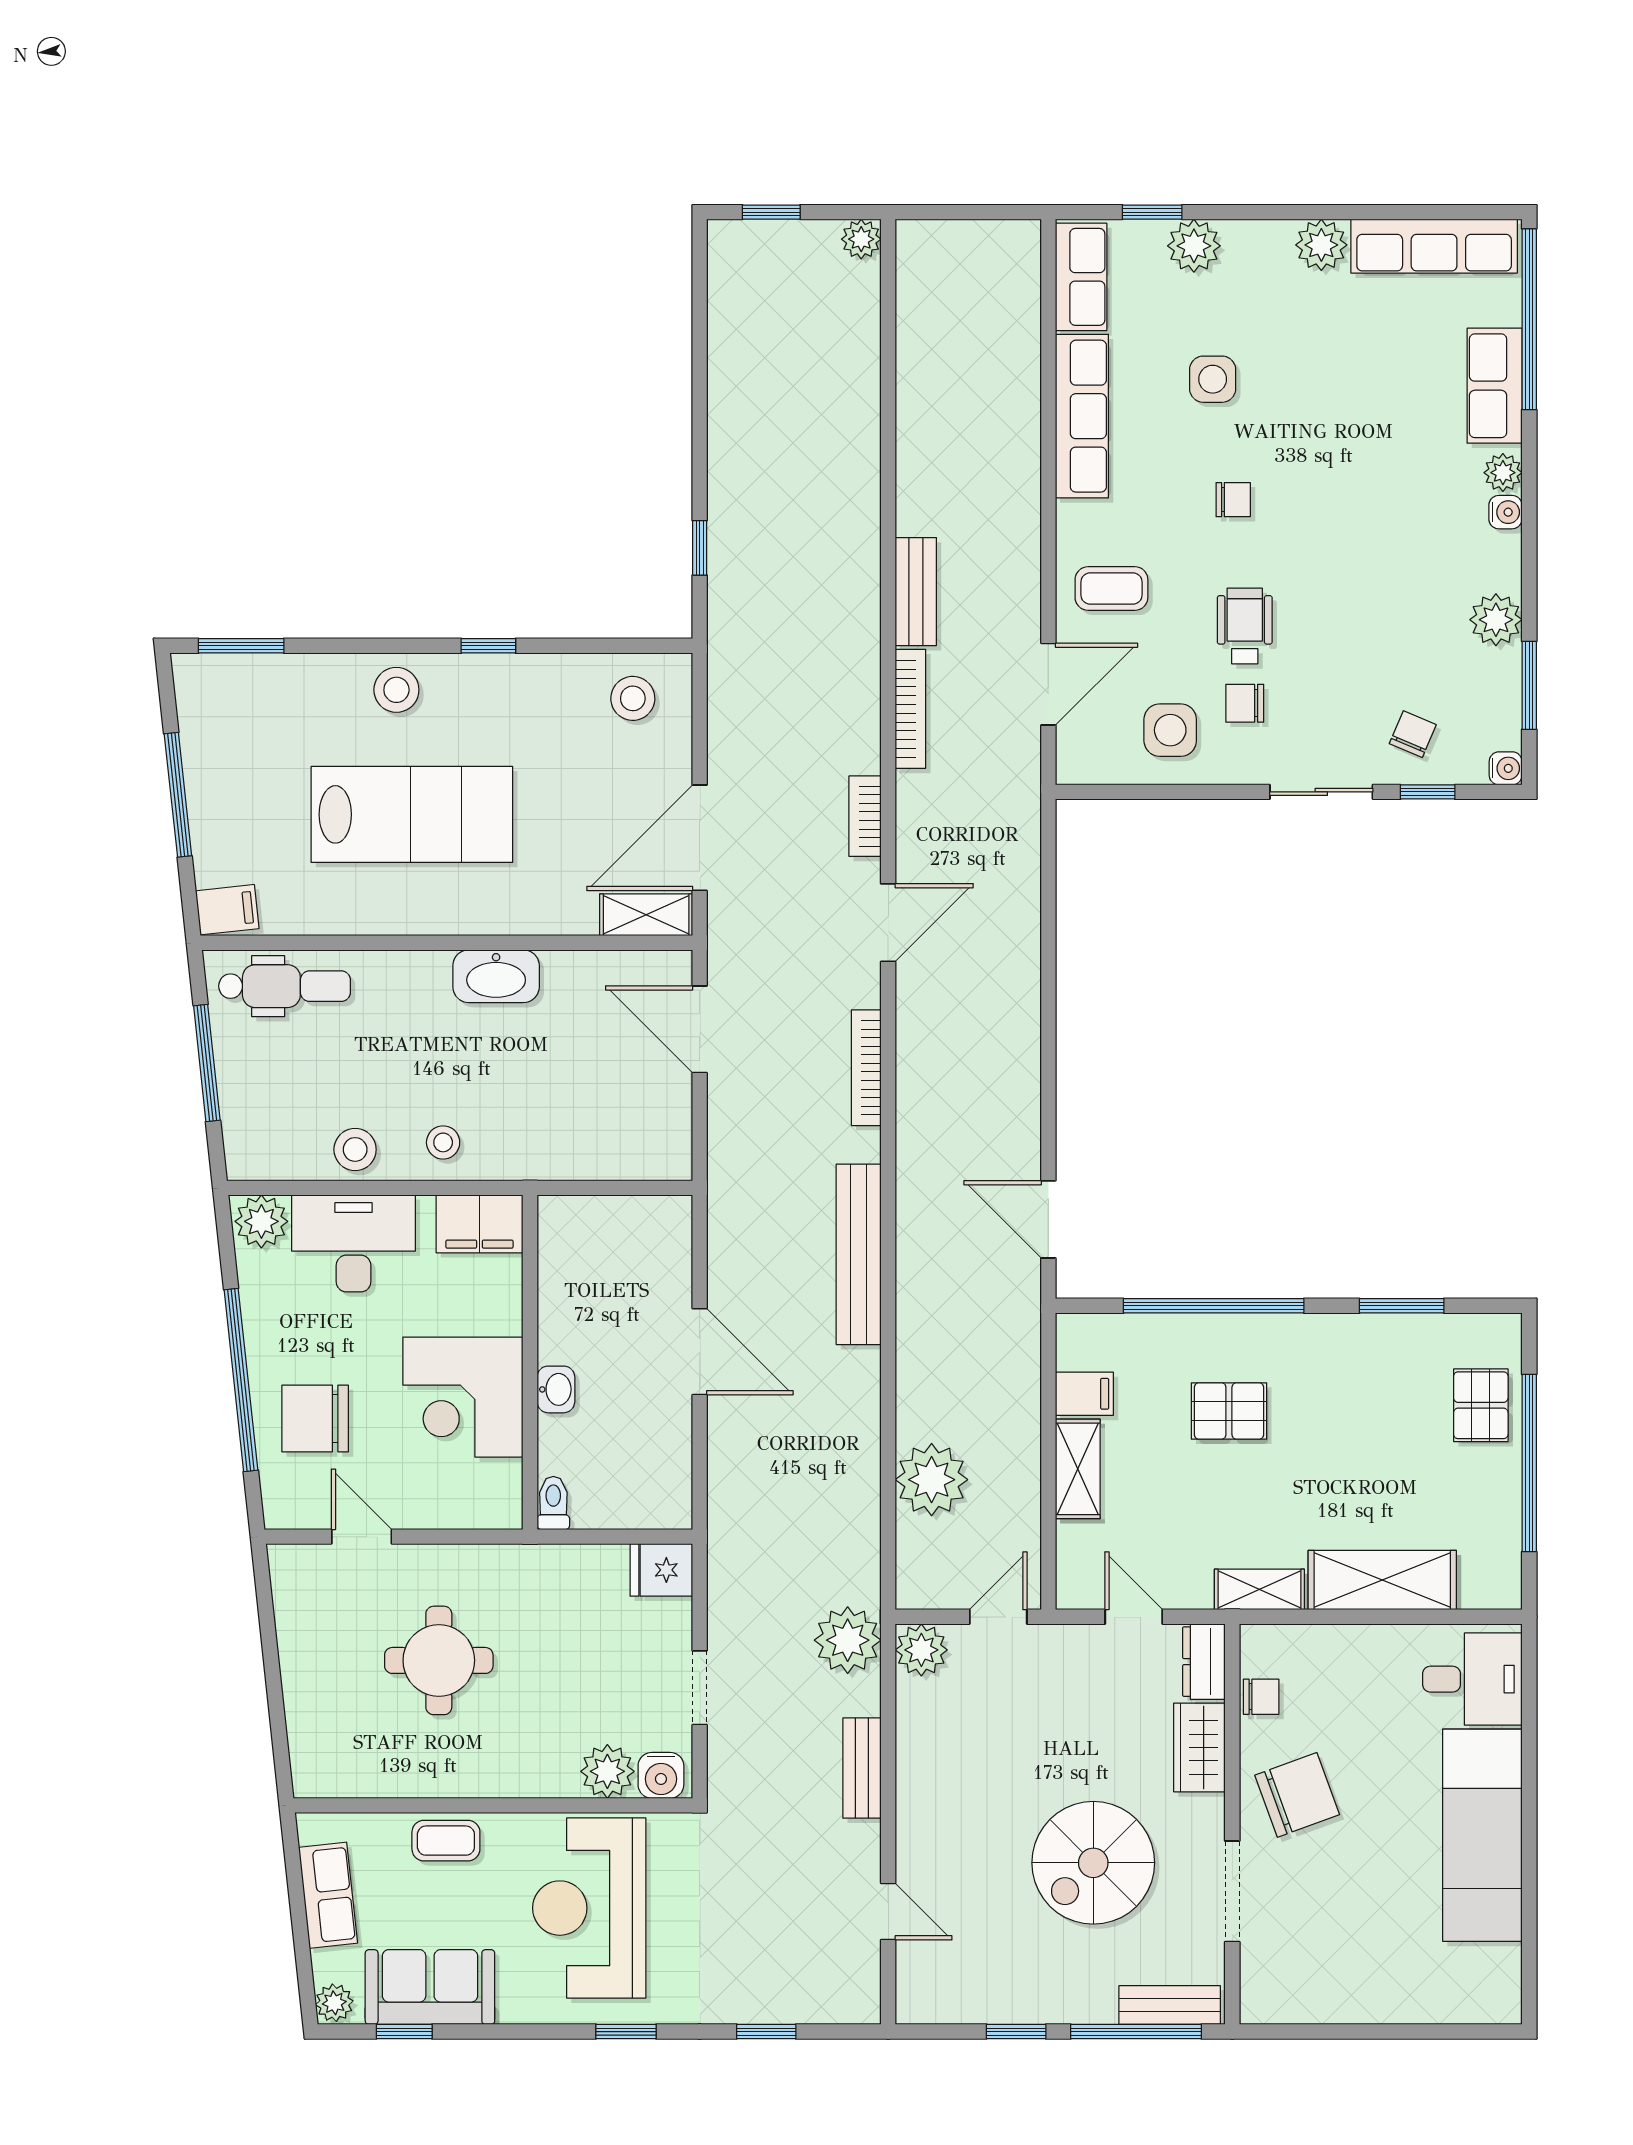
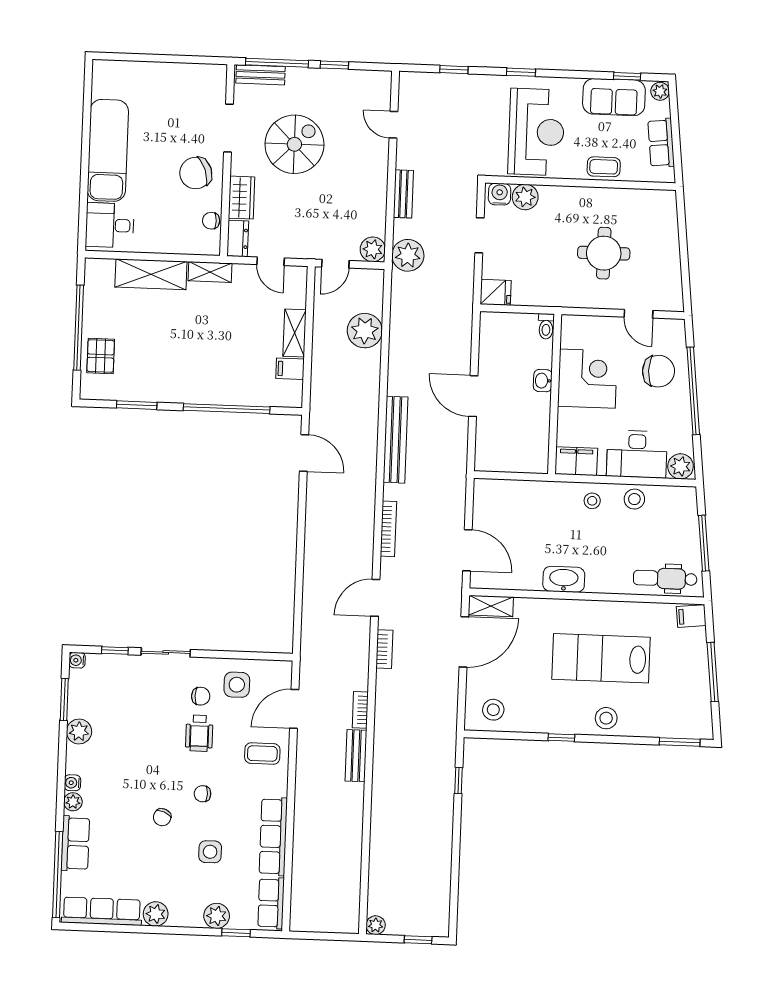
bookcase: (910, 709) -> (360, 710), width x0.64
chair: (1413, 734) -> (162, 817), moved
pallet: (1229, 1411) -> (221, 358), removed

